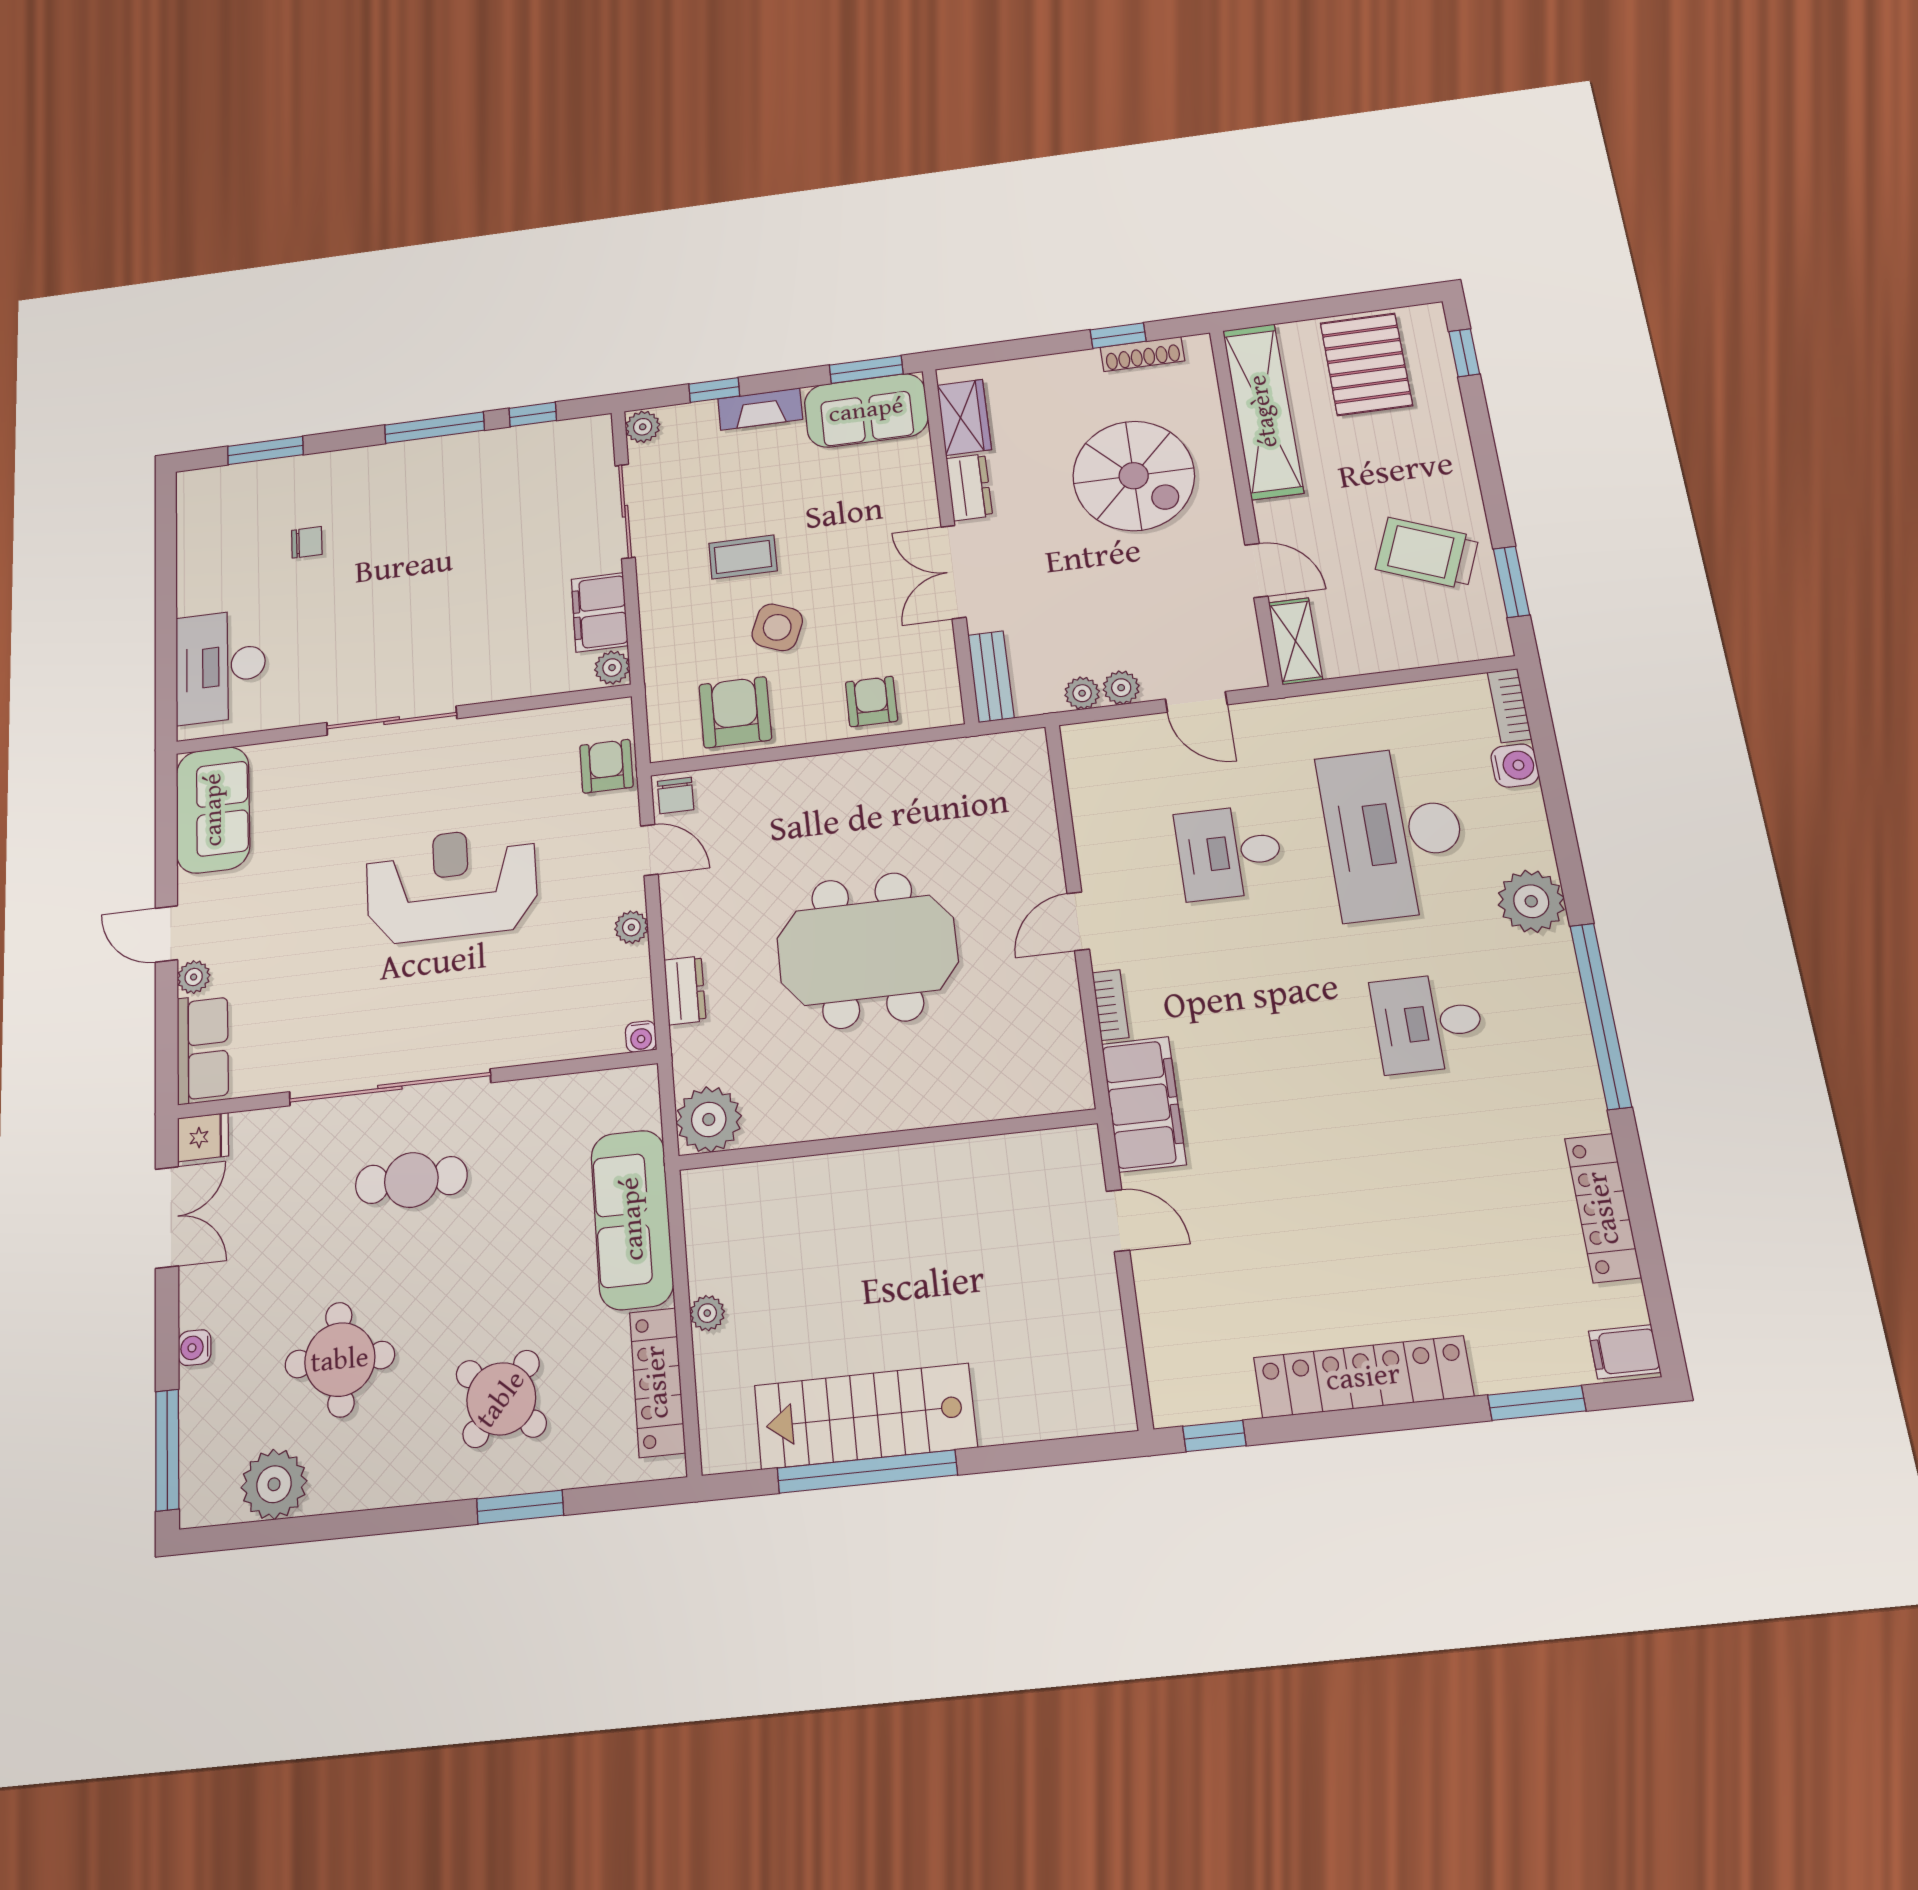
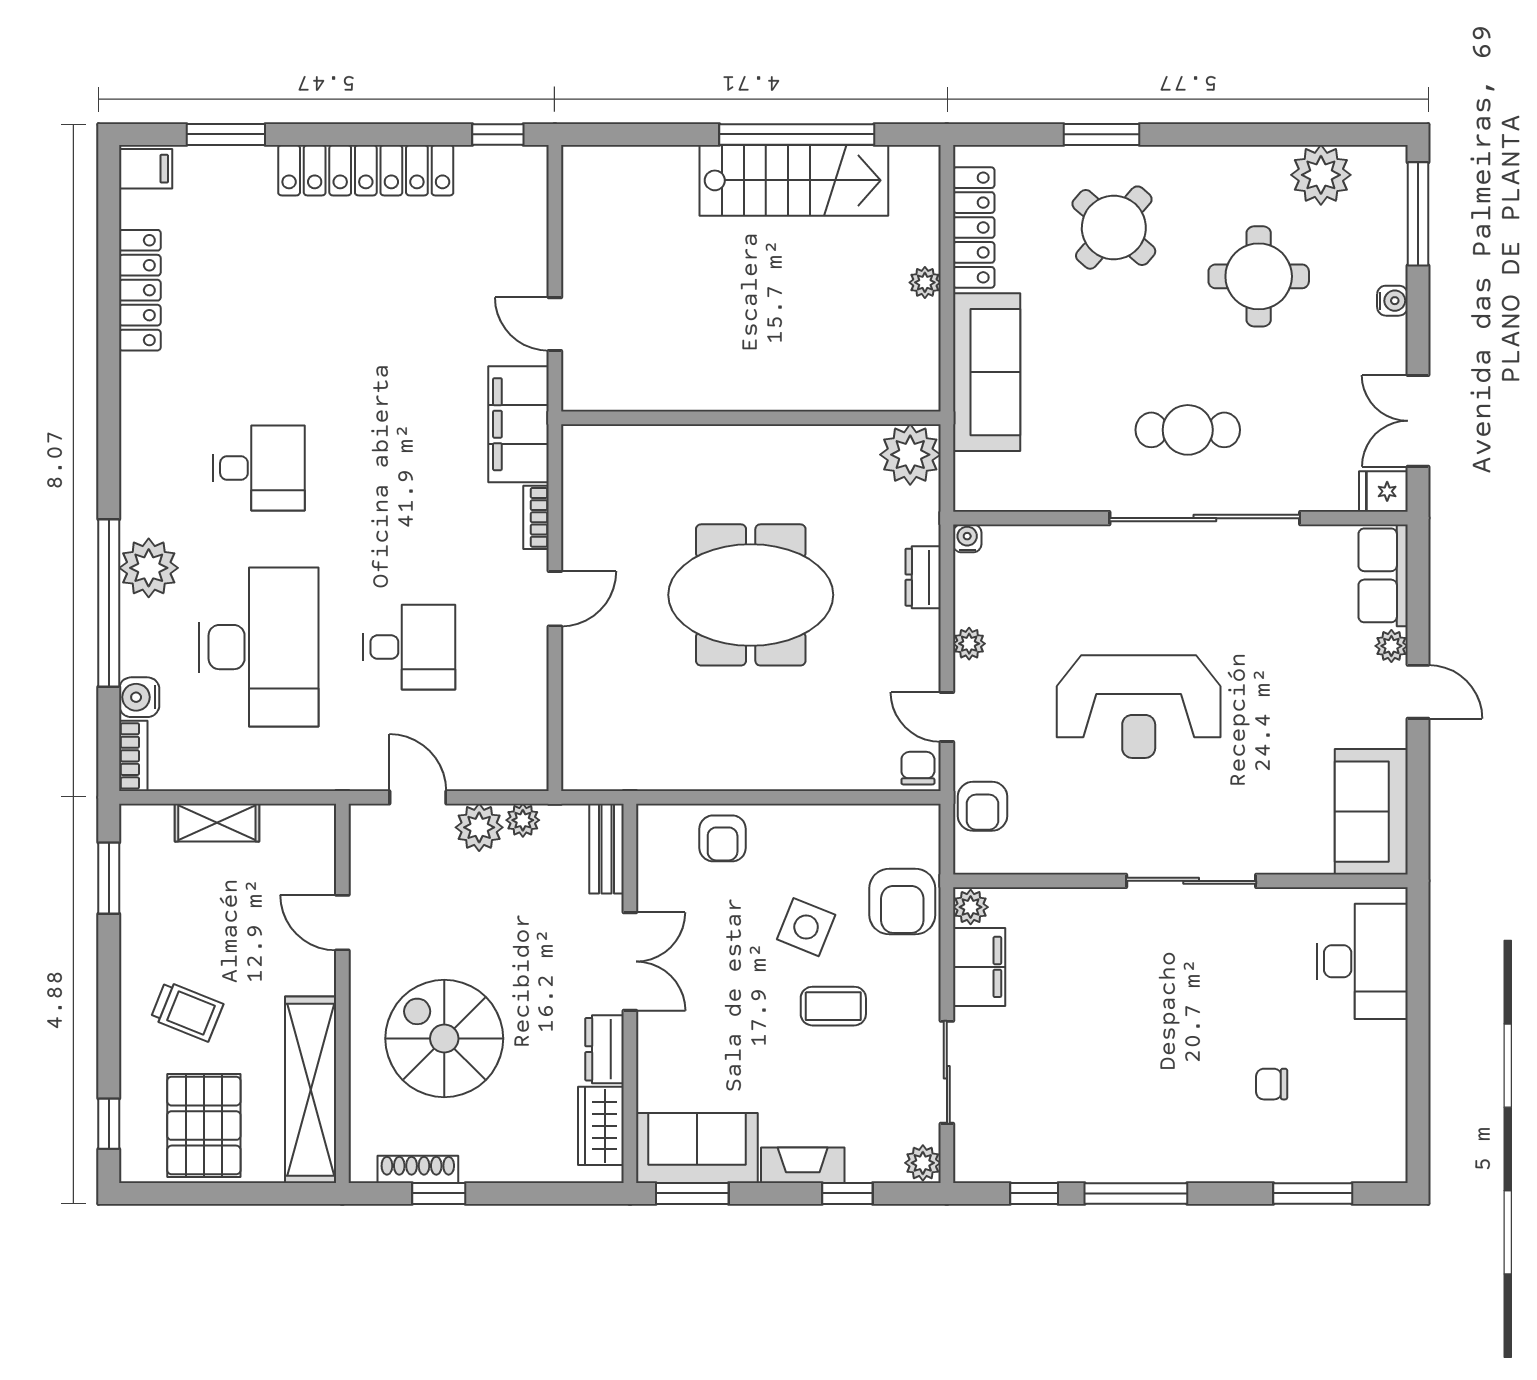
trolley: (1427, 553) -> (187, 1011), moved, width x0.73, depth x0.72
shelving: (1296, 641) -> (217, 823), moved, turned 90
plant: (1121, 688) -> (479, 827), width x1.38, depth x1.38
armchair: (735, 712) -> (902, 902), moved
window: (1601, 1016) -> (109, 603), moved

